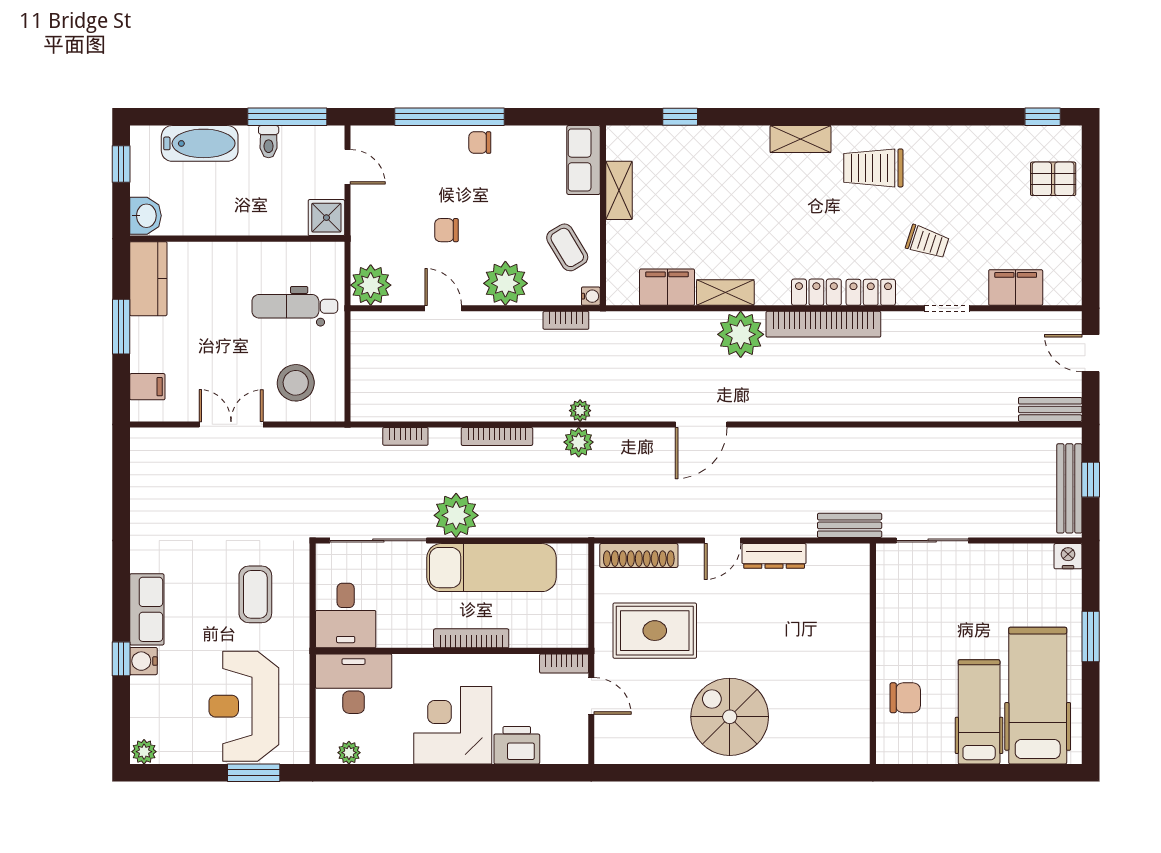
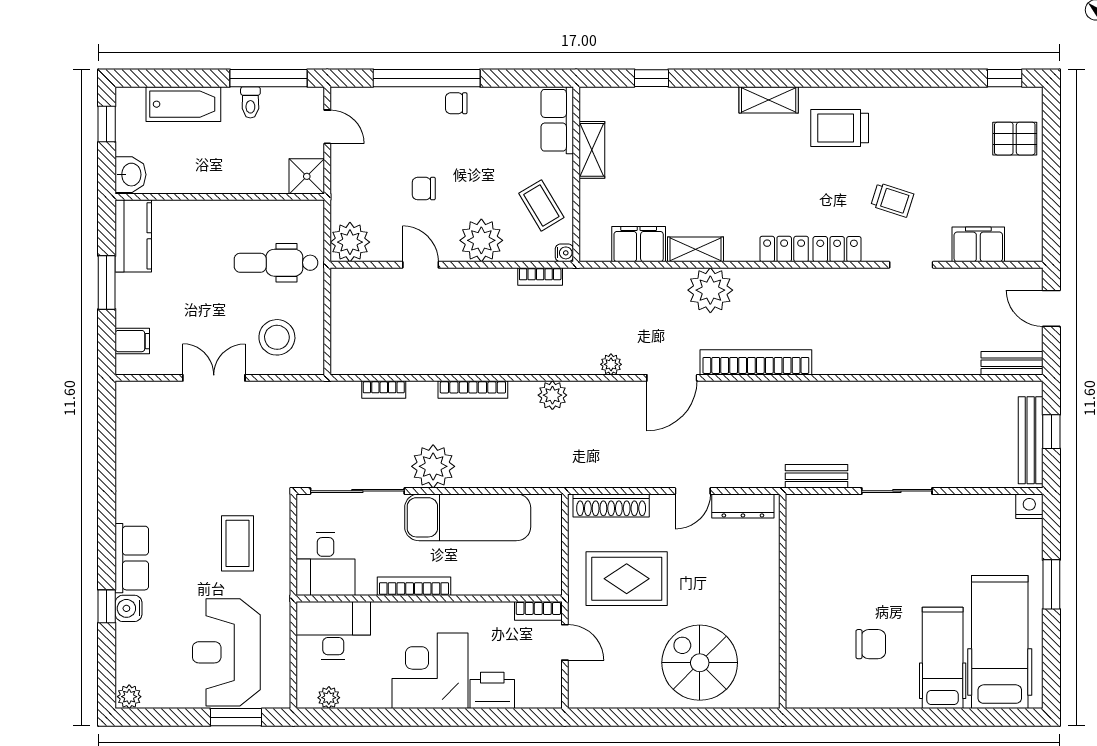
bookcase: (823, 324) -> (756, 362), moved, turned 180
plant: (580, 411) -> (611, 364), moved
bookcase: (471, 638) -> (414, 586), moved
wall: (873, 654) -> (783, 601), moved

